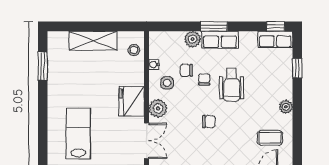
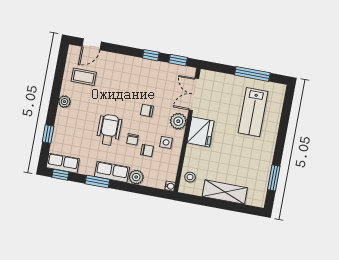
window: (214, 26) -> (97, 182), moved
water cooler: (154, 65) -> (170, 186), moved
chair: (209, 122) -> (147, 111), moved

